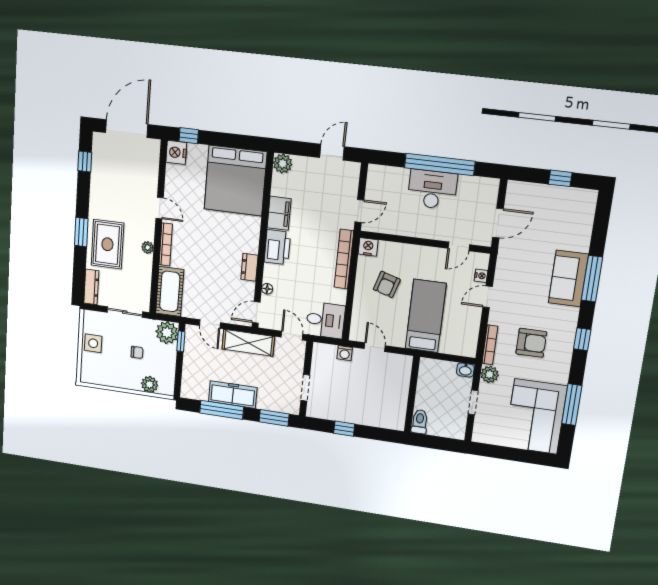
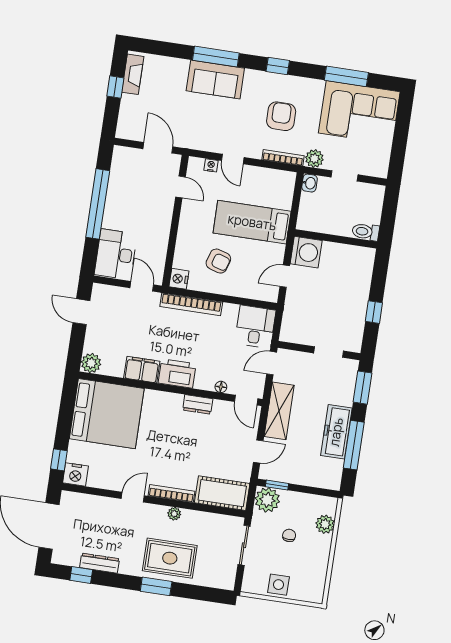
desk: (432, 189) -> (116, 254), moved
fireplace: (574, 196) -> (133, 74), added
dresser: (91, 287) -> (100, 563), moved
washing machine: (345, 353) -> (306, 252), moved, width x1.89, depth x1.89

